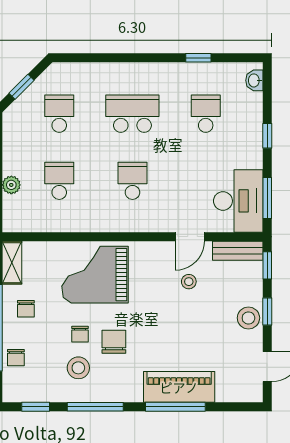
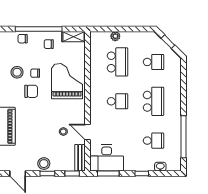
window: (198, 58) -> (184, 137), width x3.17
washbasin: (254, 80) -> (160, 167), moved
school desk: (59, 181) -> (117, 62), width x1.85

